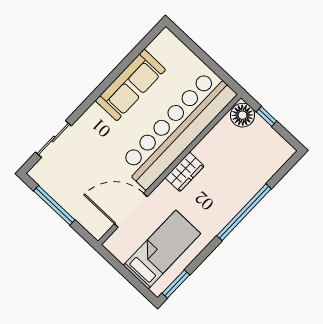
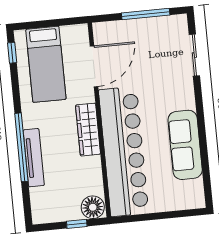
wardrobe: (185, 172) -> (88, 130), width x1.50
tv unit: (244, 195) -> (34, 158), added
window: (176, 284) -> (12, 53), width x0.67

